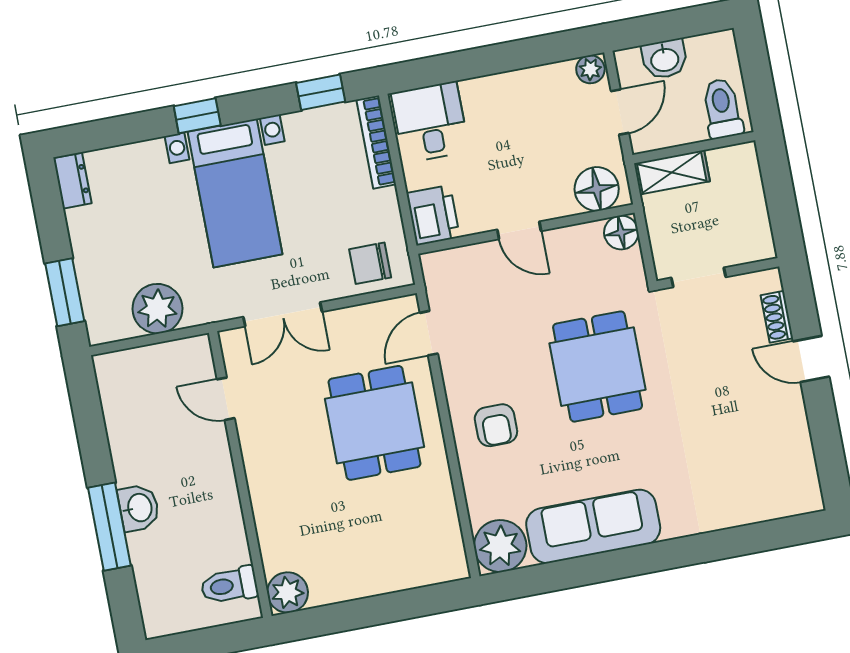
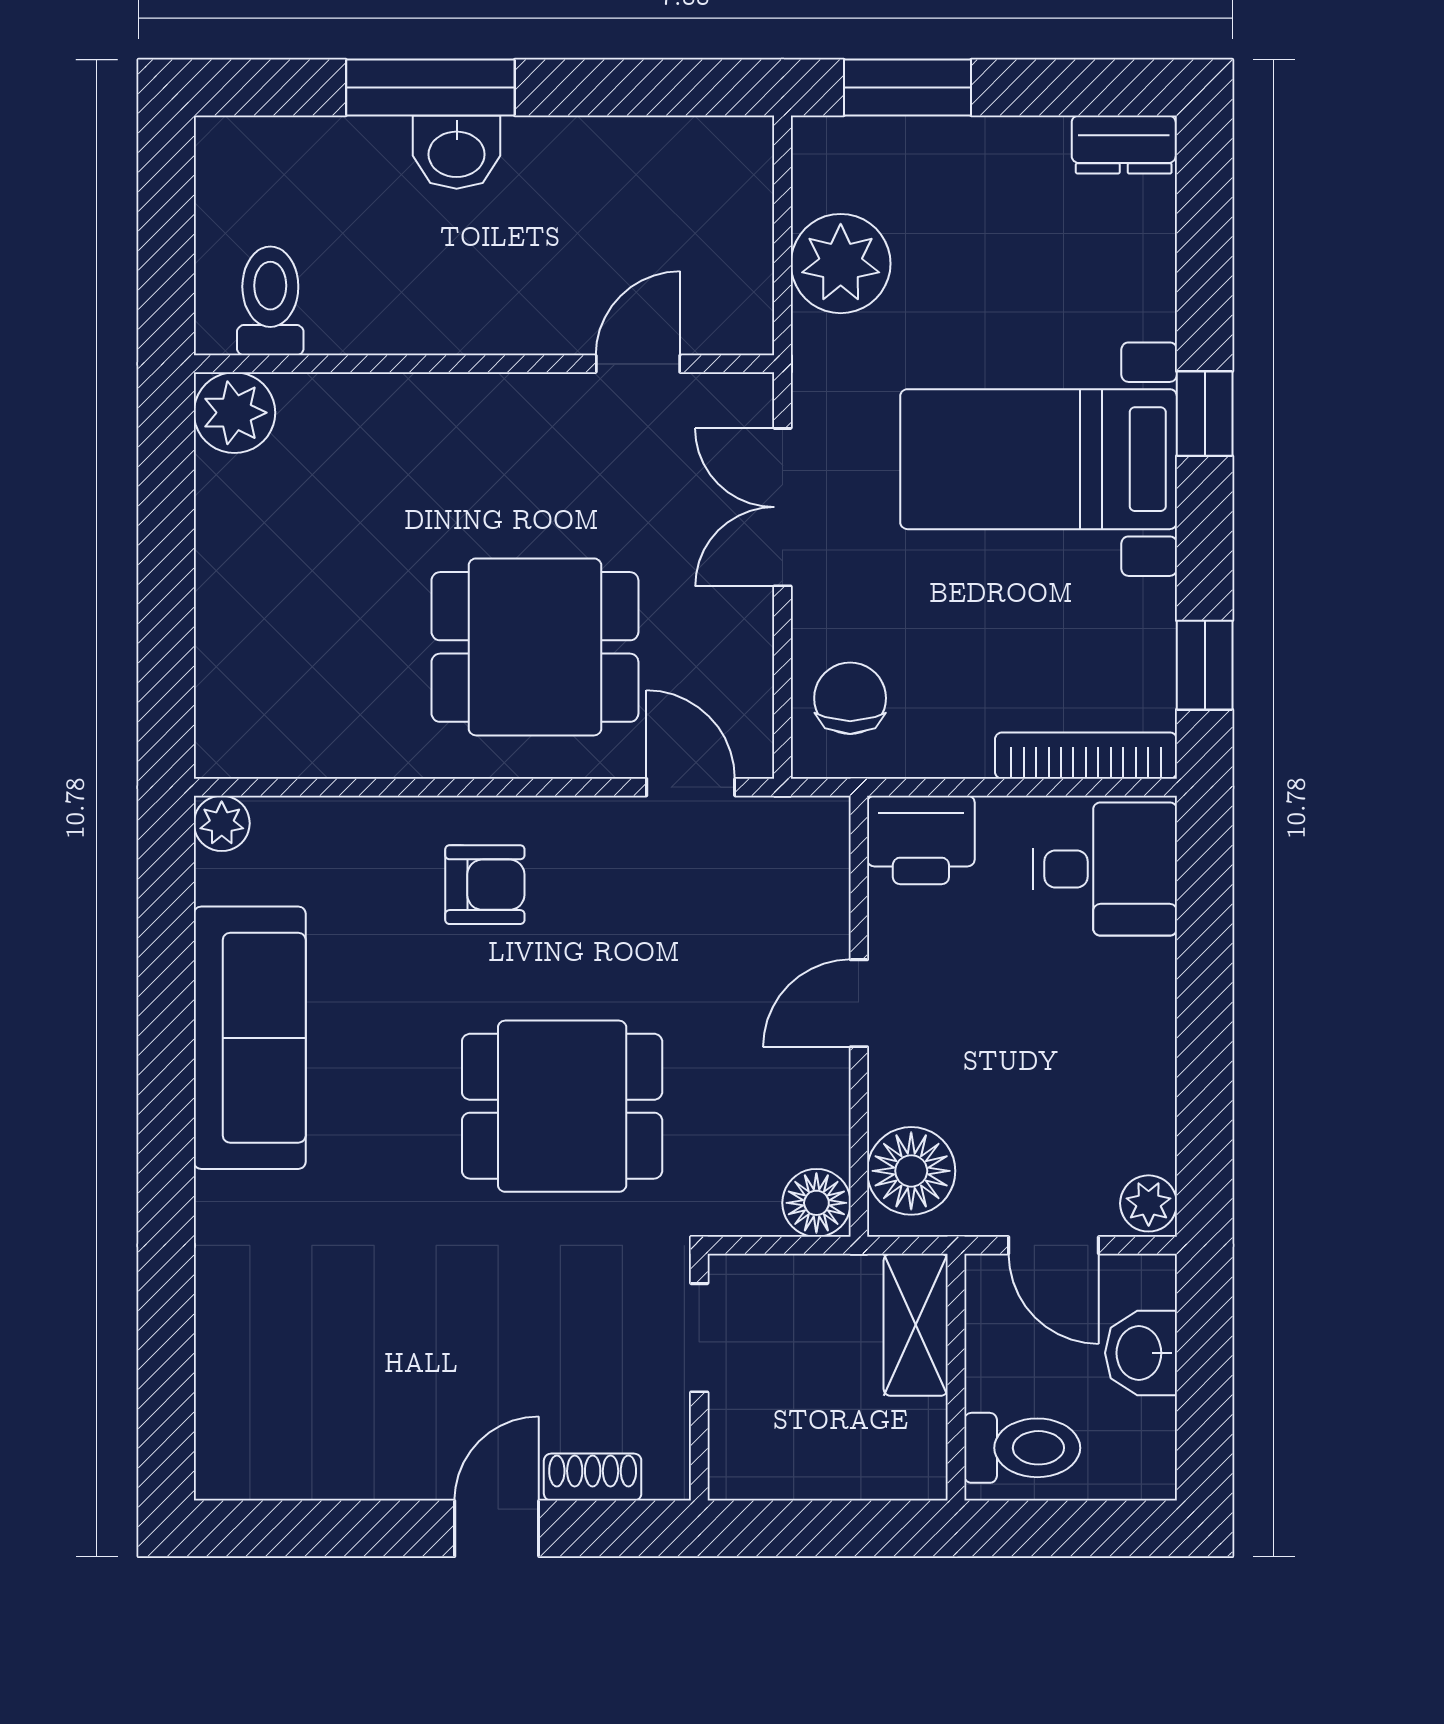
armchair: (496, 425) -> (485, 885), turned 180
plant: (500, 546) -> (222, 823), width x0.53, depth x0.53

